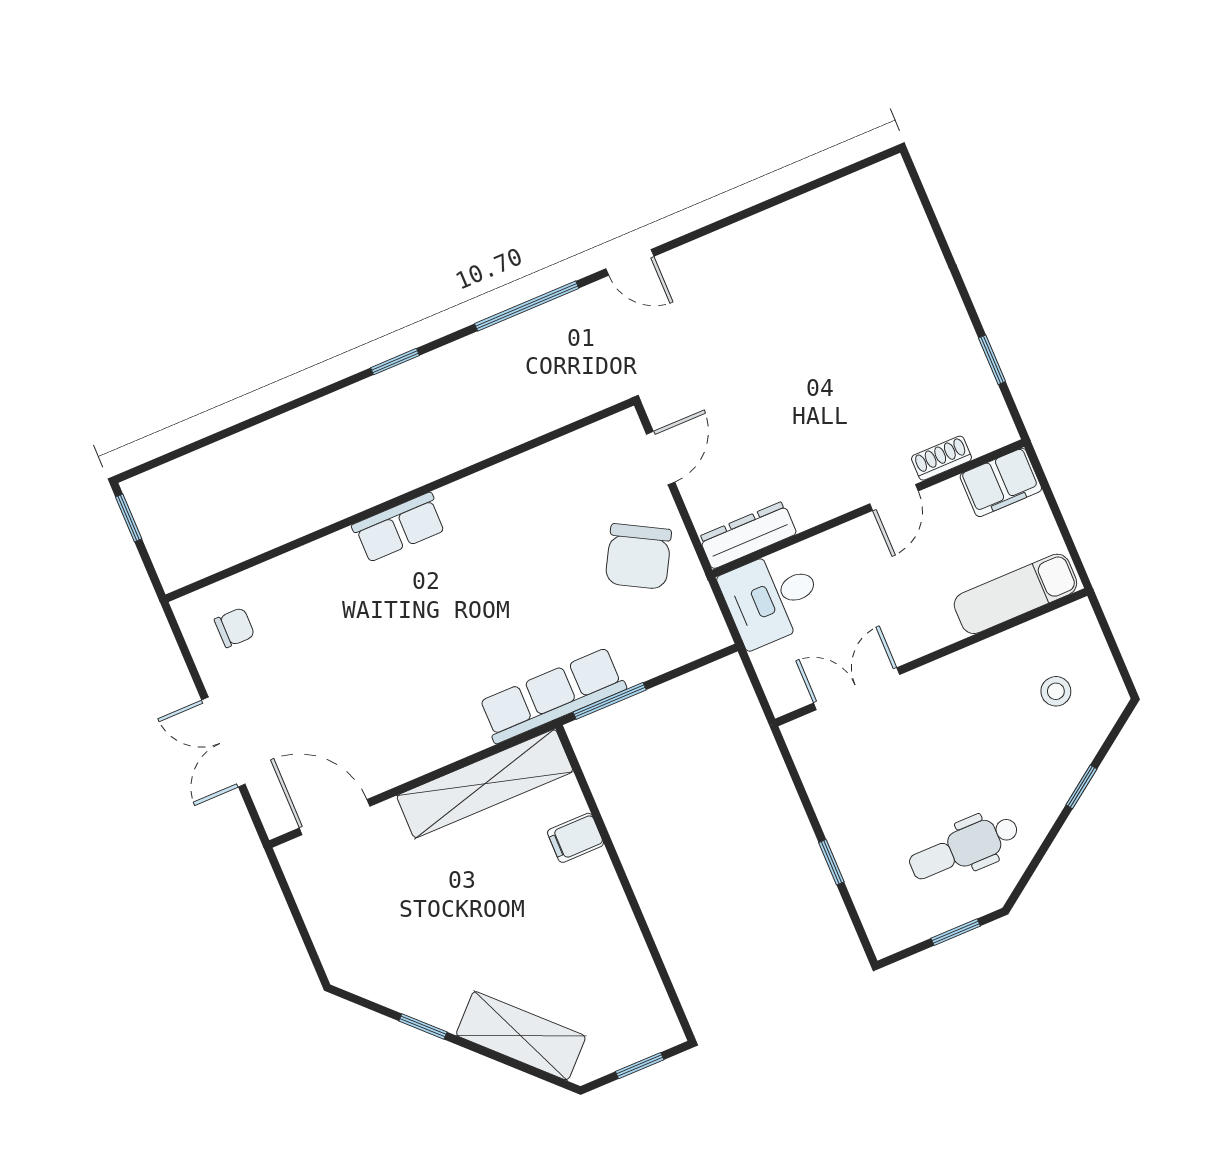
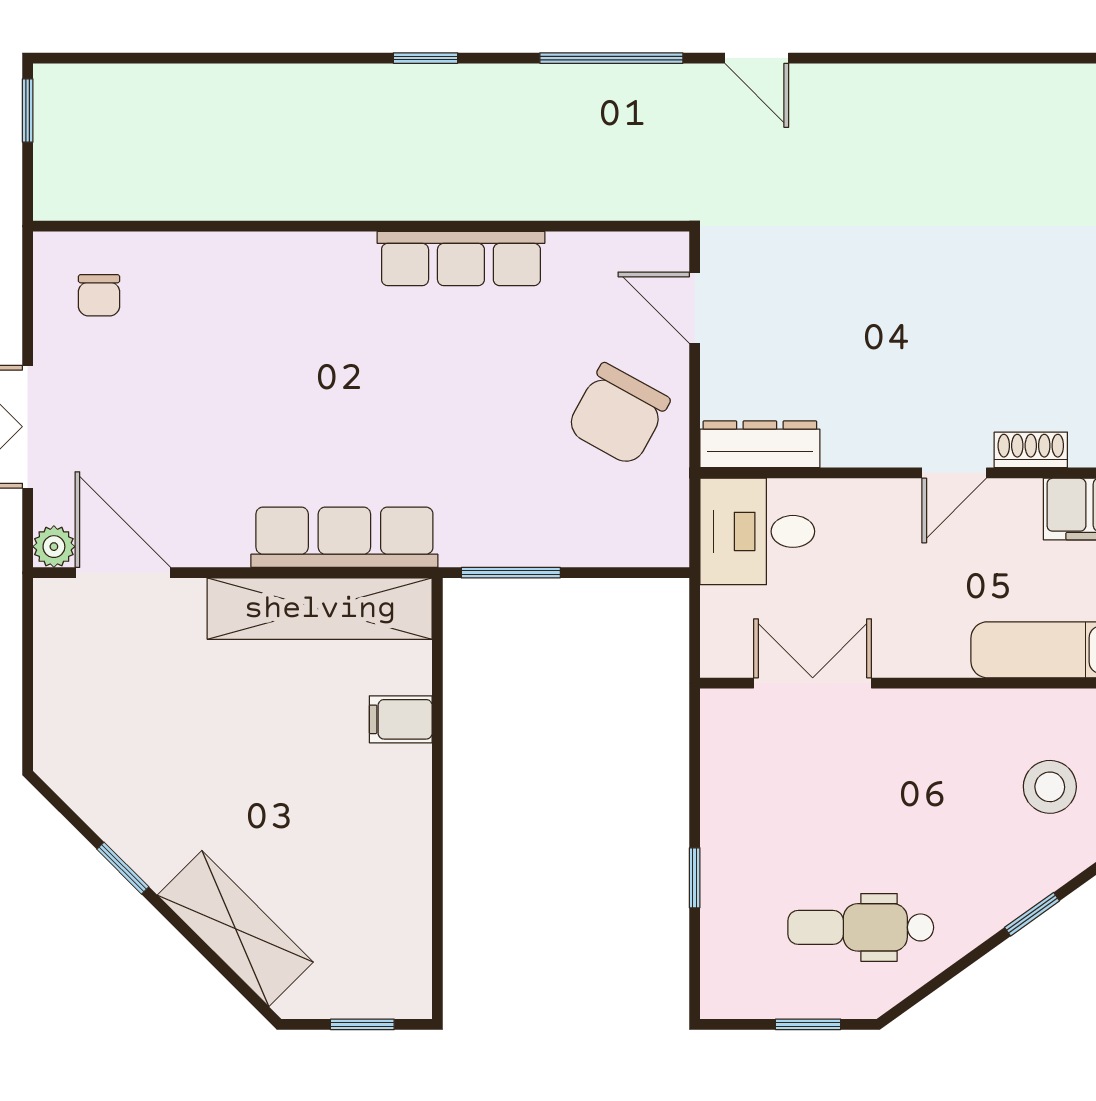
door: (661, 458) -> (695, 308), swing flipped
row of seats: (399, 527) -> (461, 259), moved, width x1.48
chair: (235, 628) -> (99, 295), turned 90
stool: (1056, 691) -> (1050, 787), width x1.37, depth x1.37
row of seats: (552, 695) -> (344, 537), moved
plant: (278, 819) -> (54, 547), added

